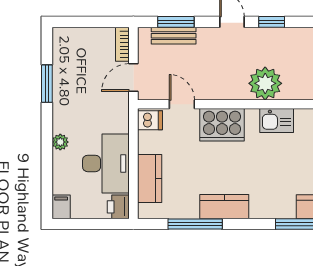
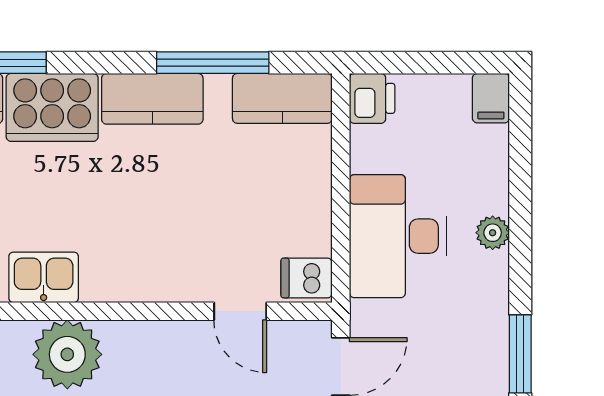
cooker: (222, 125) -> (52, 107), moved, turned 180
desk: (106, 163) -> (398, 236), moved
kitchen counter: (150, 179) -> (282, 98), moved, turned -90

